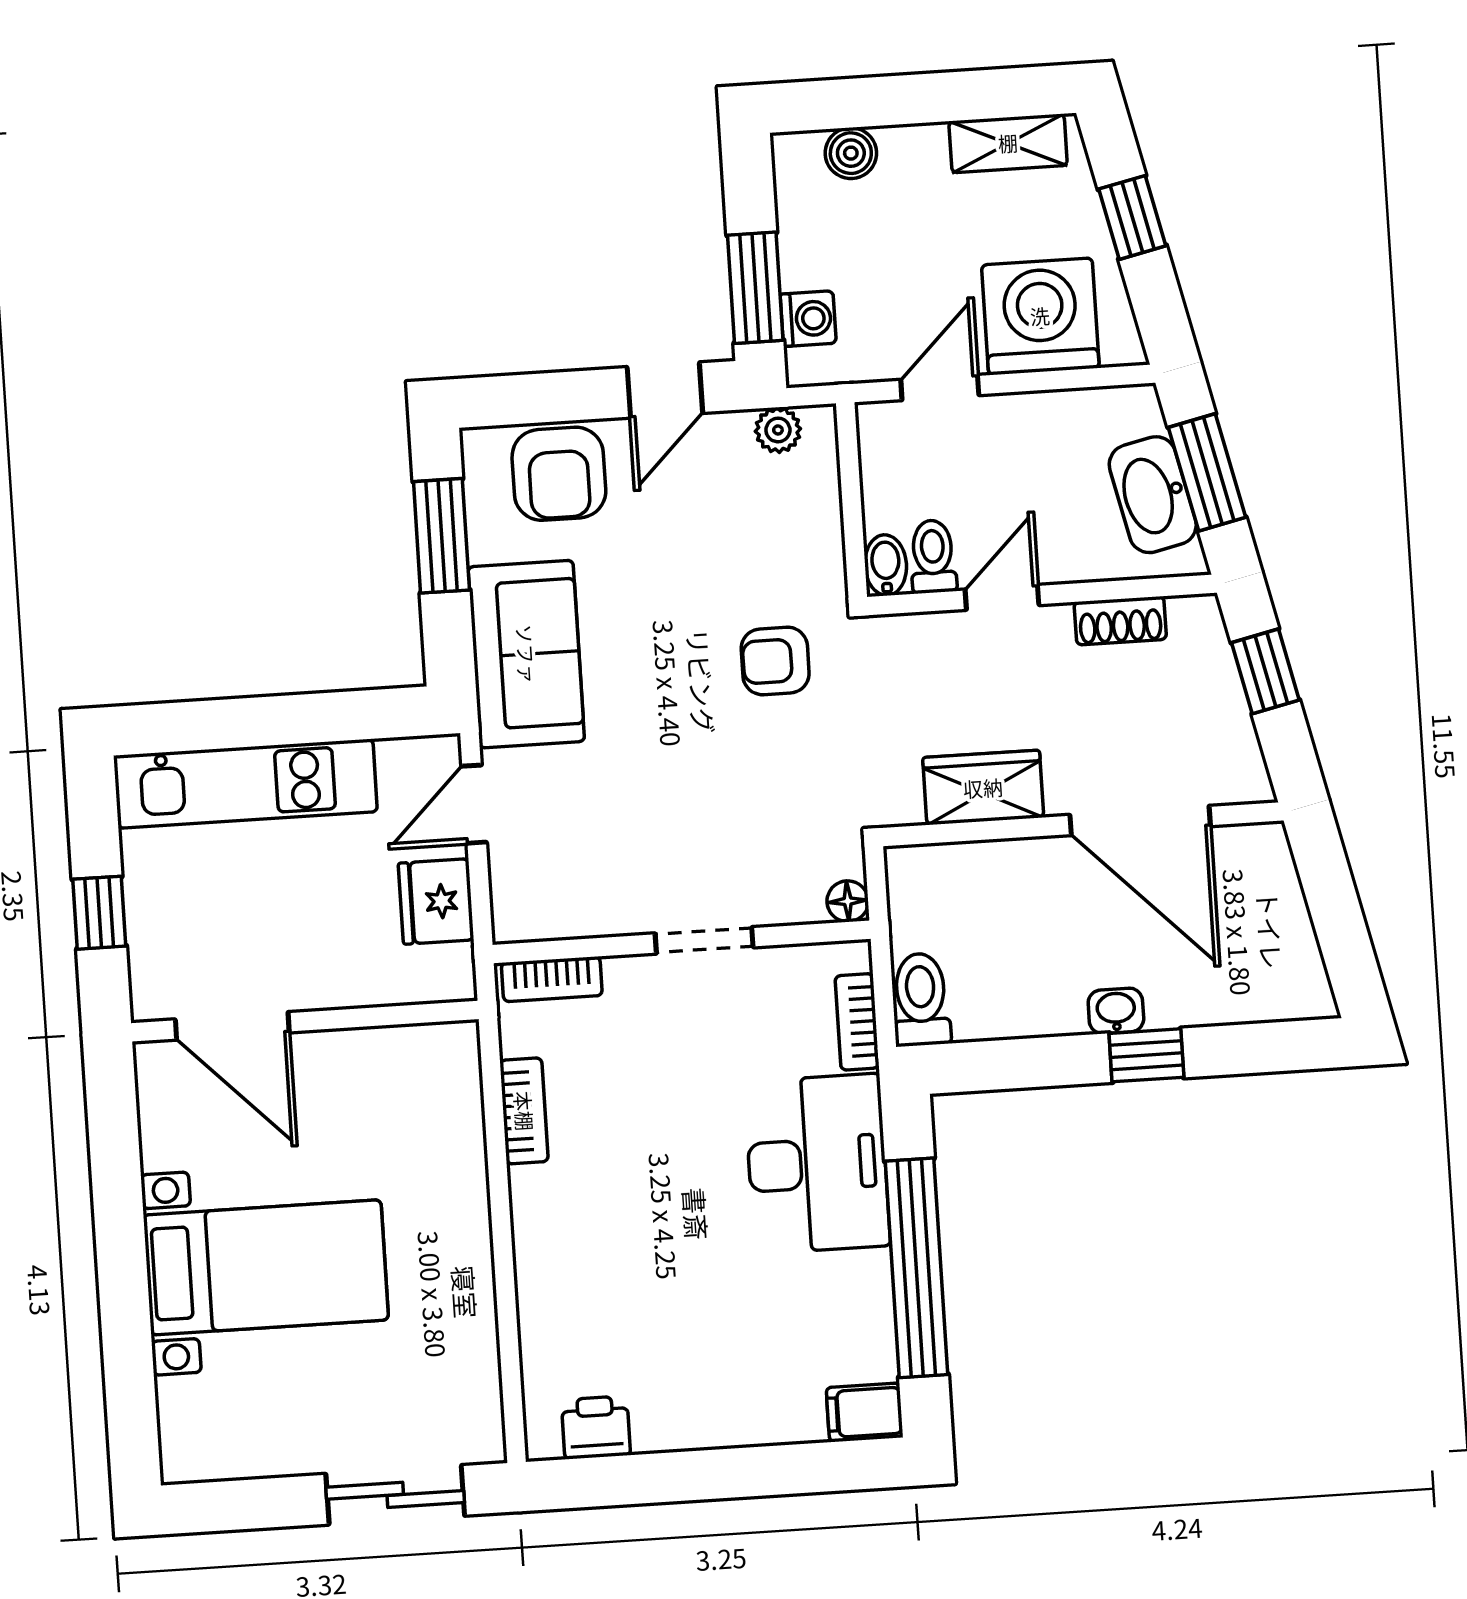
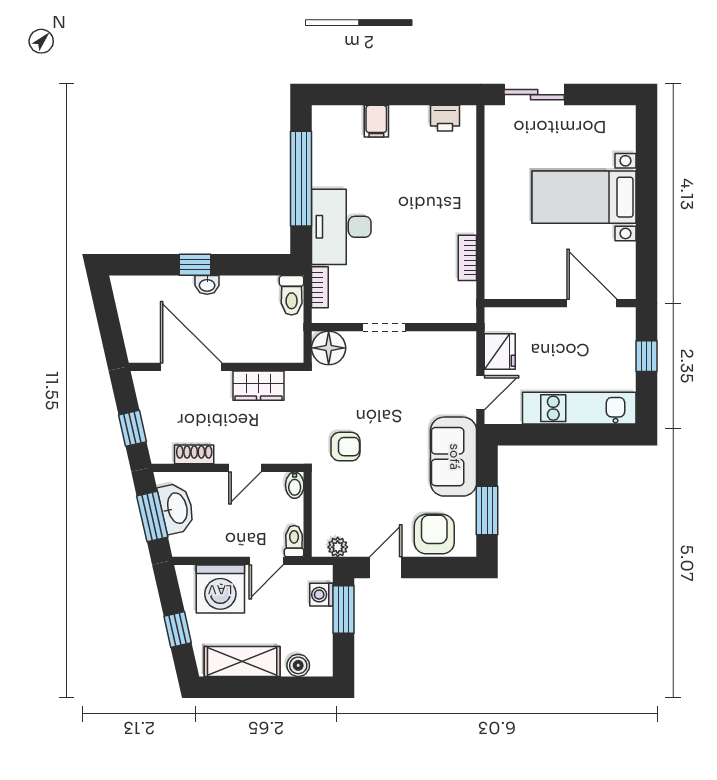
shelving: (1008, 143) -> (242, 661), width x1.50, depth x1.33
toilet: (933, 556) -> (294, 541), moved, turned 180
floor lamp: (848, 901) -> (329, 348), width x1.89, depth x1.89
bookcase: (552, 979) -> (452, 315), removed
filing cabinet: (865, 1412) -> (376, 121), moved, turned 90

